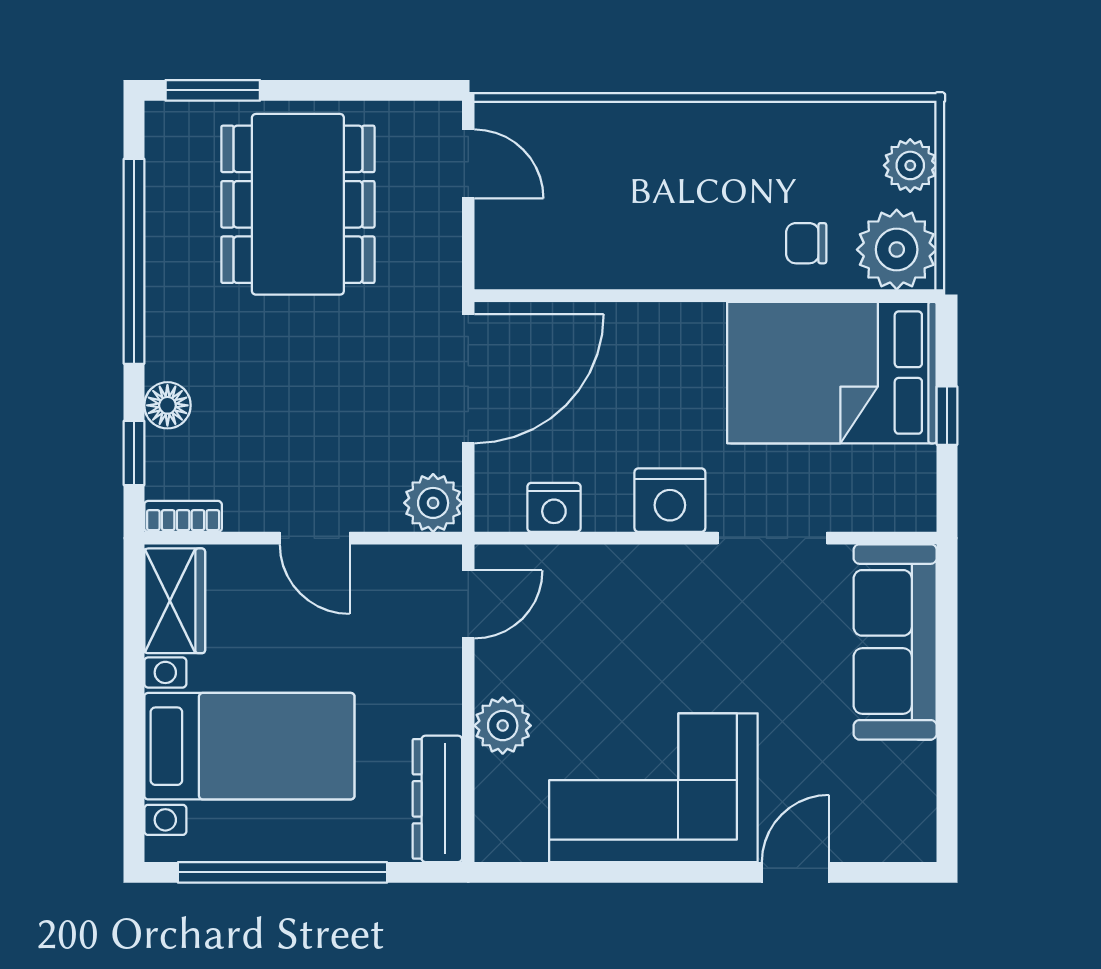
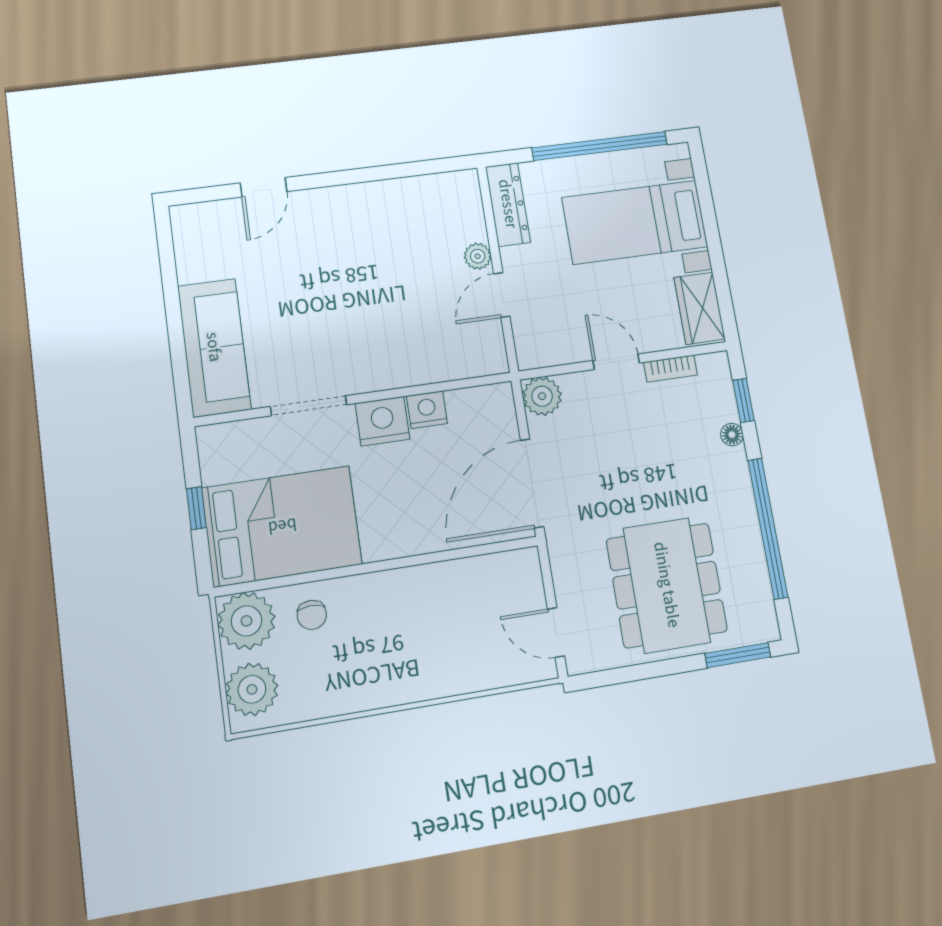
plant: (910, 165) -> (252, 689), width x1.36, depth x1.36
chair: (806, 243) -> (312, 615), turned 90
floor lamp: (167, 405) -> (732, 435), width x0.73, depth x0.73
nightstand: (554, 507) -> (427, 410), moved
bookcase: (183, 516) -> (670, 369), moved
door: (468, 604) -> (502, 295), moved
plant: (503, 726) -> (478, 256), width x0.73, depth x0.73
corner sofa: (653, 788) -> (366, 230), removed

